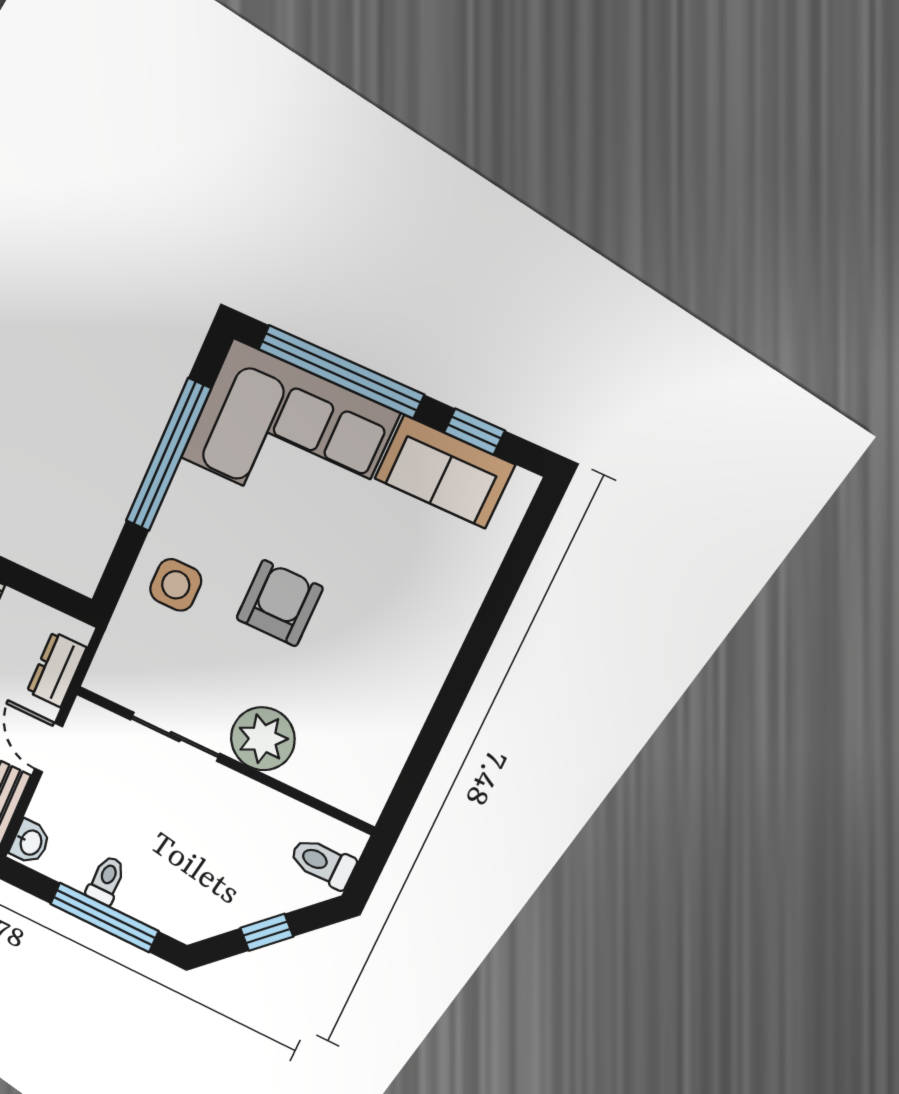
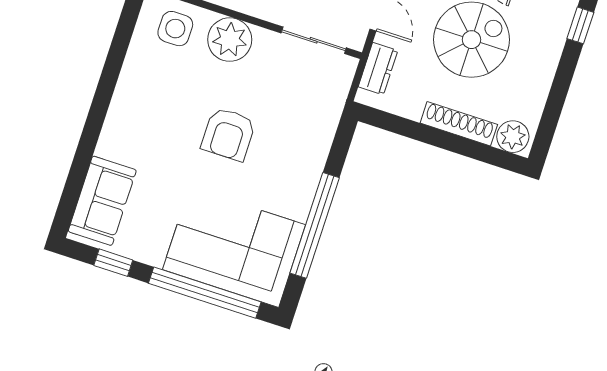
sofa: (445, 472) -> (102, 201), moved, turned 90
side table: (176, 585) -> (175, 29), moved
sliding door: (175, 737) -> (314, 40), moved

